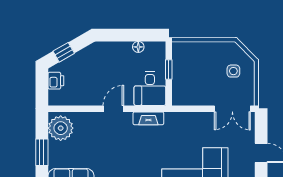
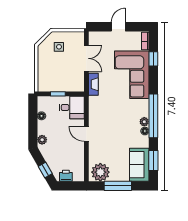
plant: (105, 48) -> (42, 140), added
double door: (232, 109) -> (86, 58), moved
fireplace: (148, 118) -> (93, 84), moved
window: (42, 152) -> (118, 186), width x1.44

